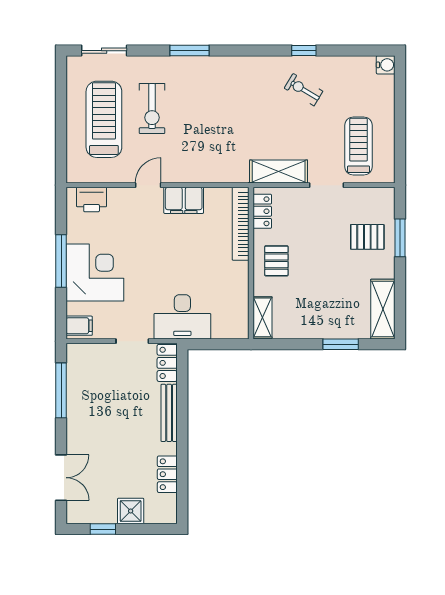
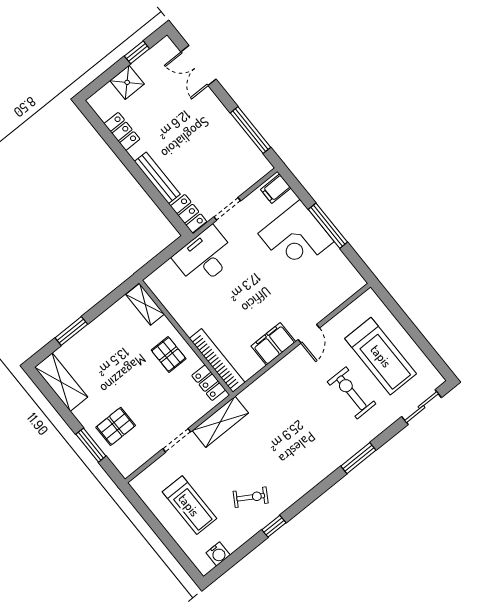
water cooler: (386, 65) -> (218, 554), moved, turned -90
treadmill: (359, 146) -> (189, 505), moved
printer: (92, 199) -> (342, 289), removed

